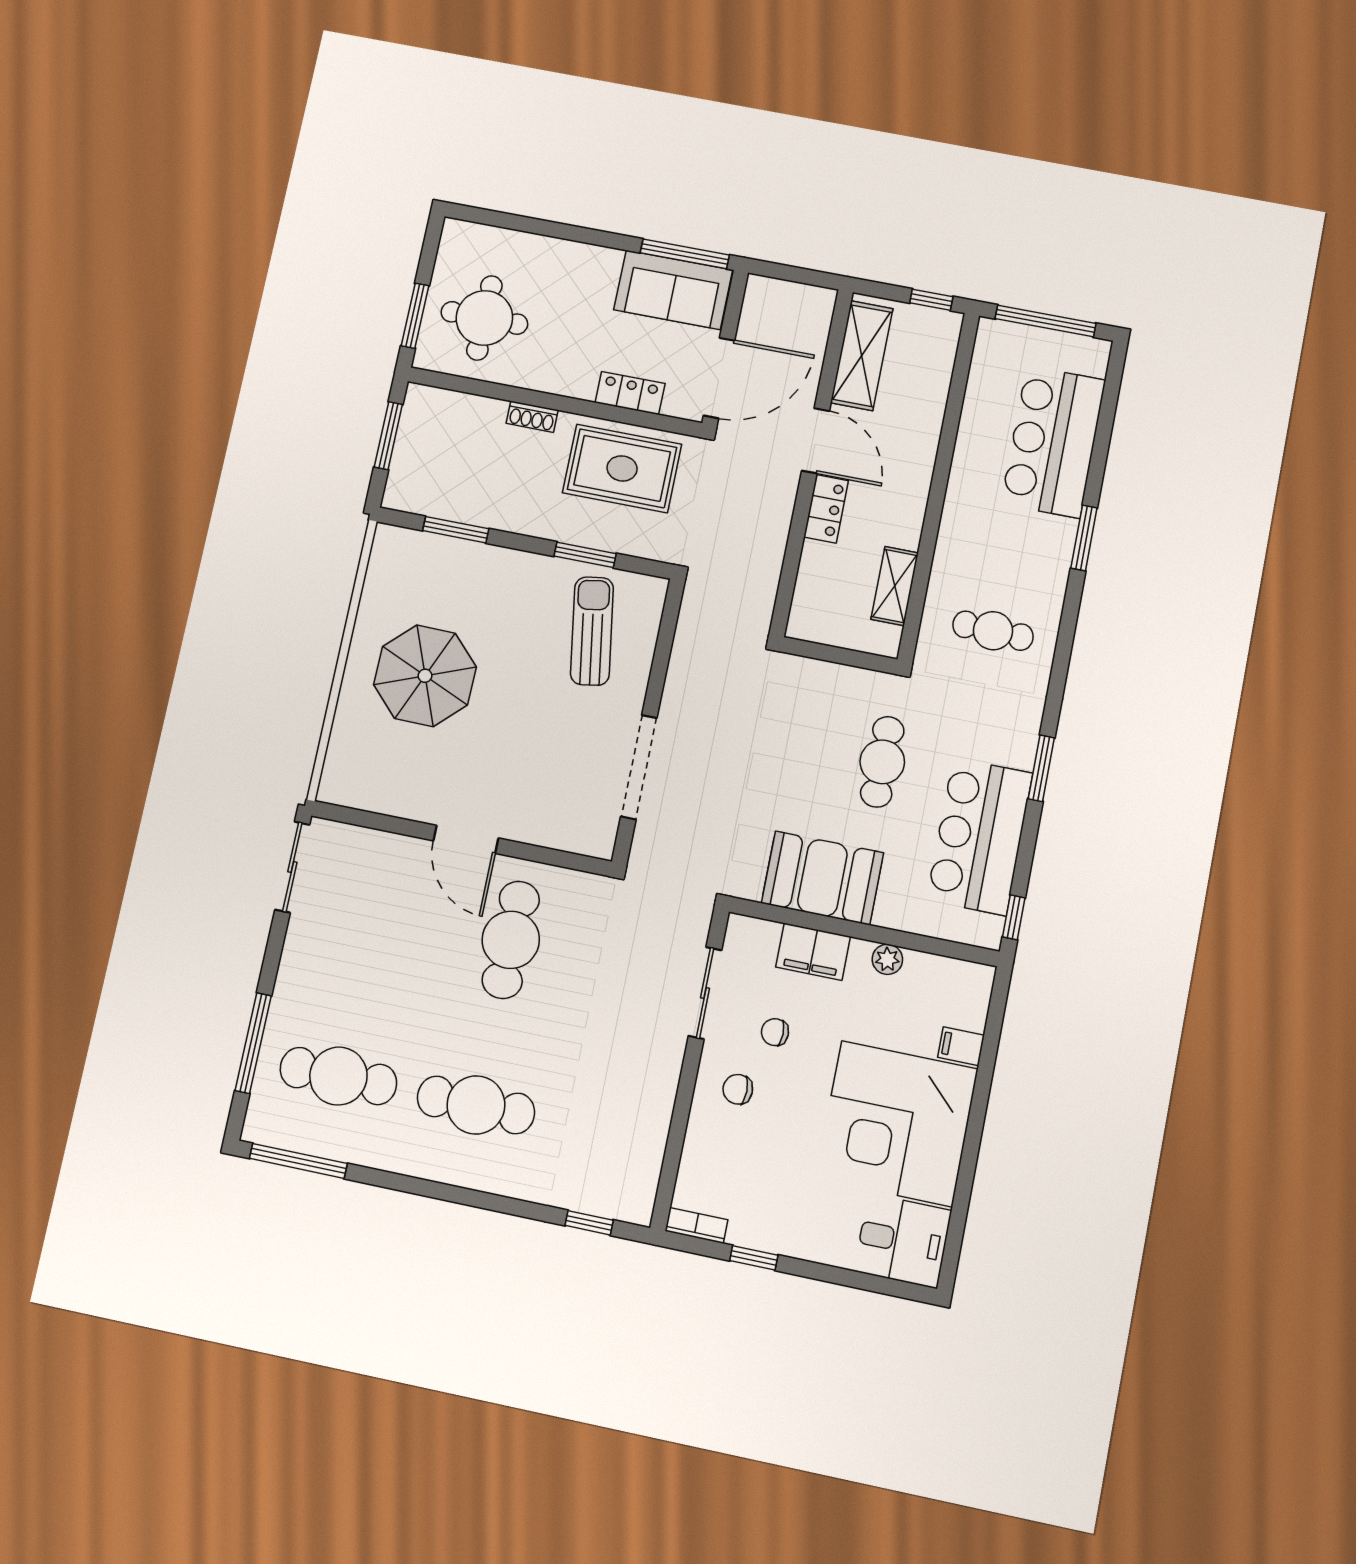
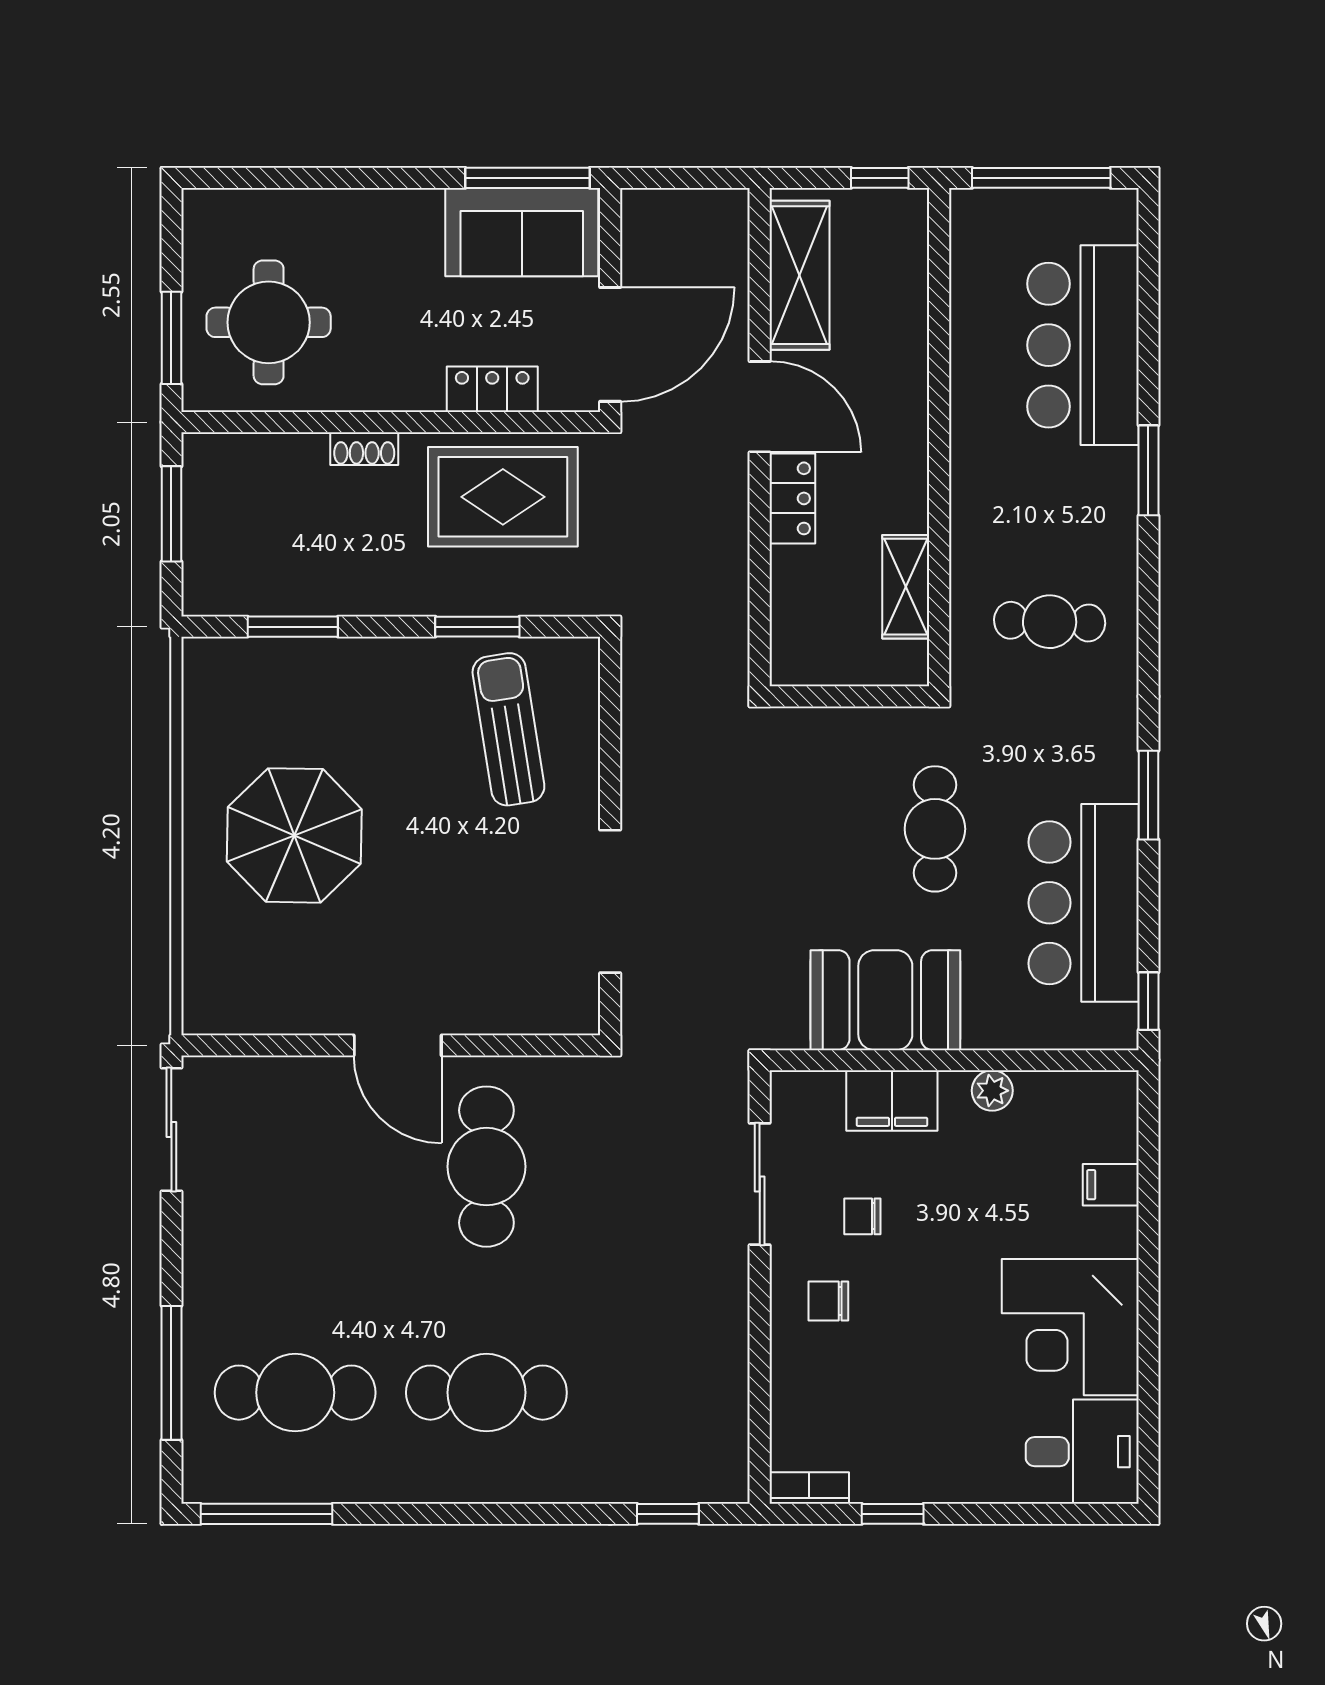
corner desk: (897, 1124) -> (1070, 1327), width x0.74, depth x0.74

